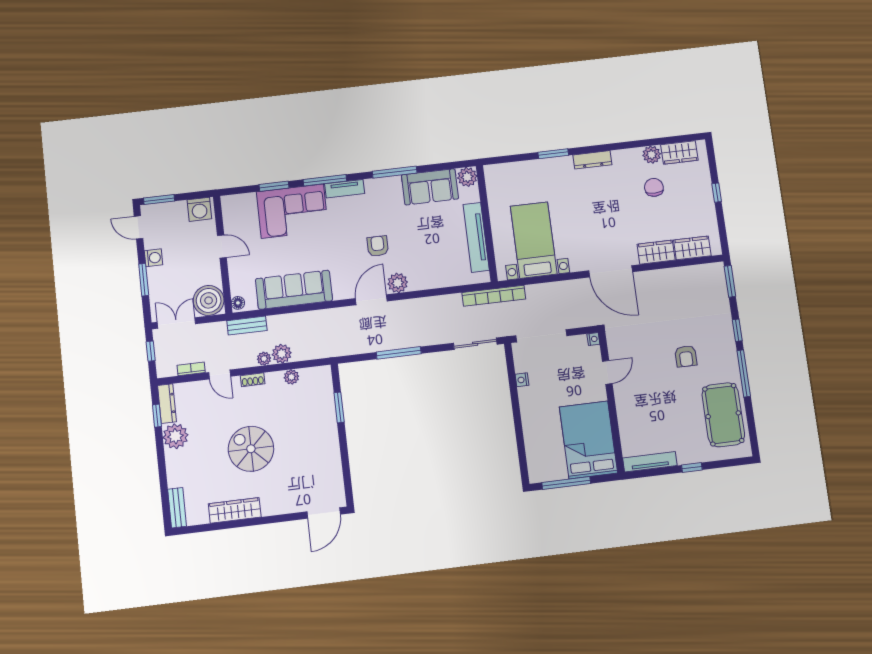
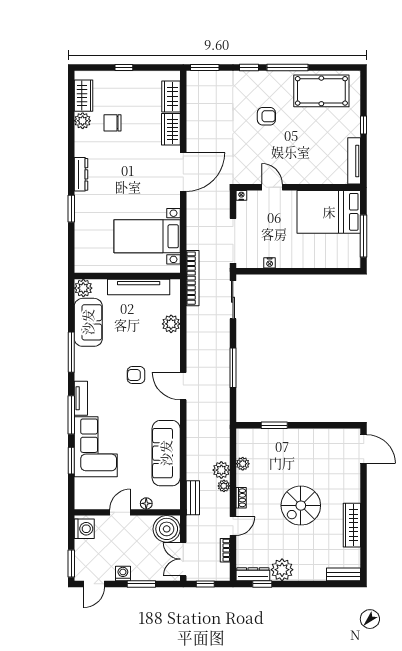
plant: (398, 283) -> (171, 324), moved
floor lamp: (238, 303) -> (146, 503), moved

